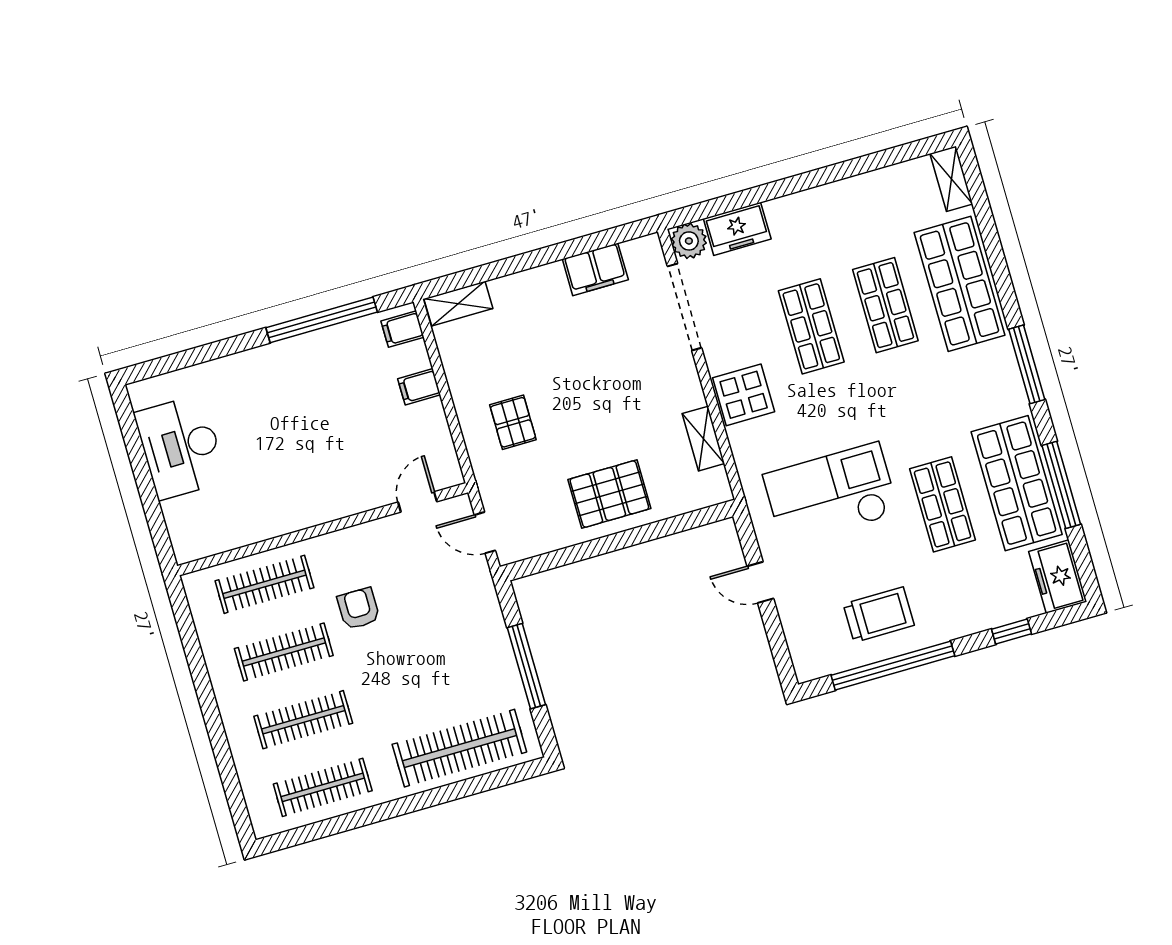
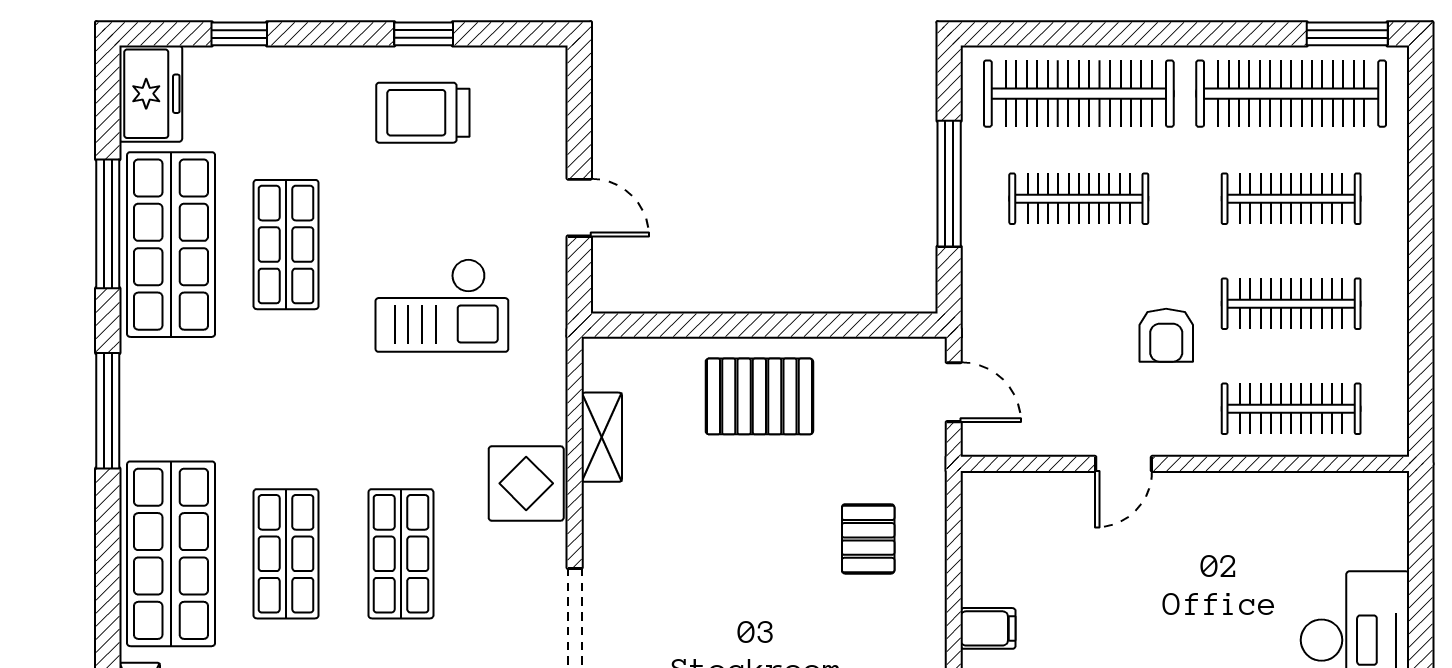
checkout: (831, 494) -> (442, 305), width x0.73, depth x0.83
door: (418, 502) -> (1124, 464), moved
window: (893, 666) -> (424, 34), width x0.32
clothes rail: (440, 680) -> (1079, 199), added
clothes rail: (323, 787) -> (1291, 94), width x1.37, depth x1.31
window: (298, 836) -> (1347, 34), added

